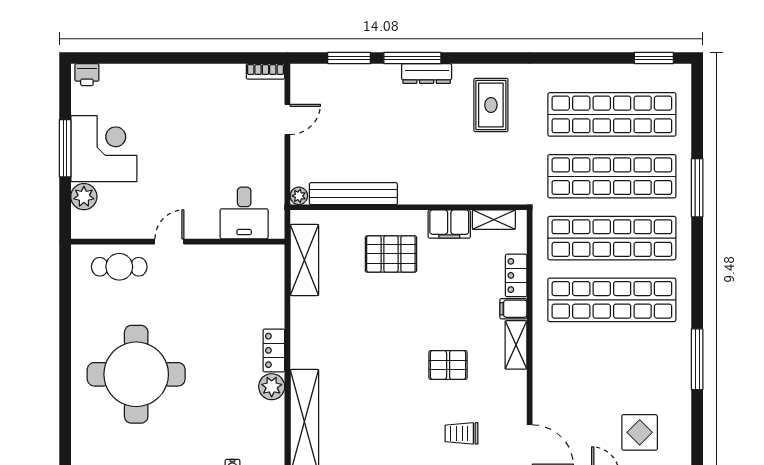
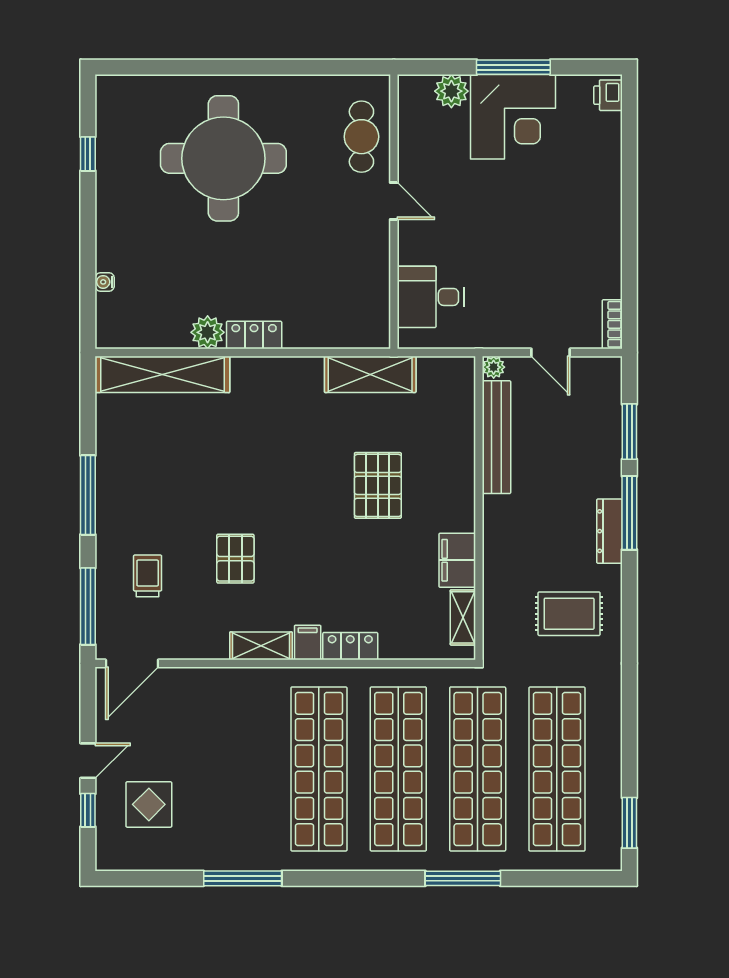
bench: (353, 194) -> (496, 437), moved
plant: (299, 196) -> (494, 367), moved
wall: (409, 207) -> (479, 508), moved
shelving: (494, 220) -> (463, 617), moved
filing cabinet: (449, 224) -> (457, 560), moved

